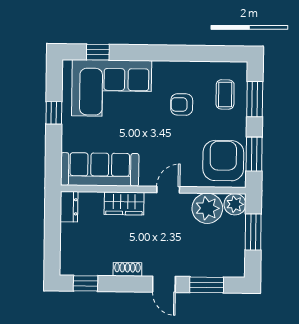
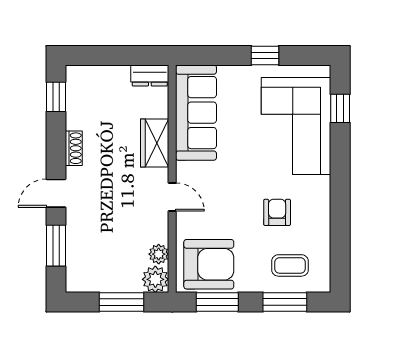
plant: (207, 208) -> (159, 254), width x0.53, depth x0.53

